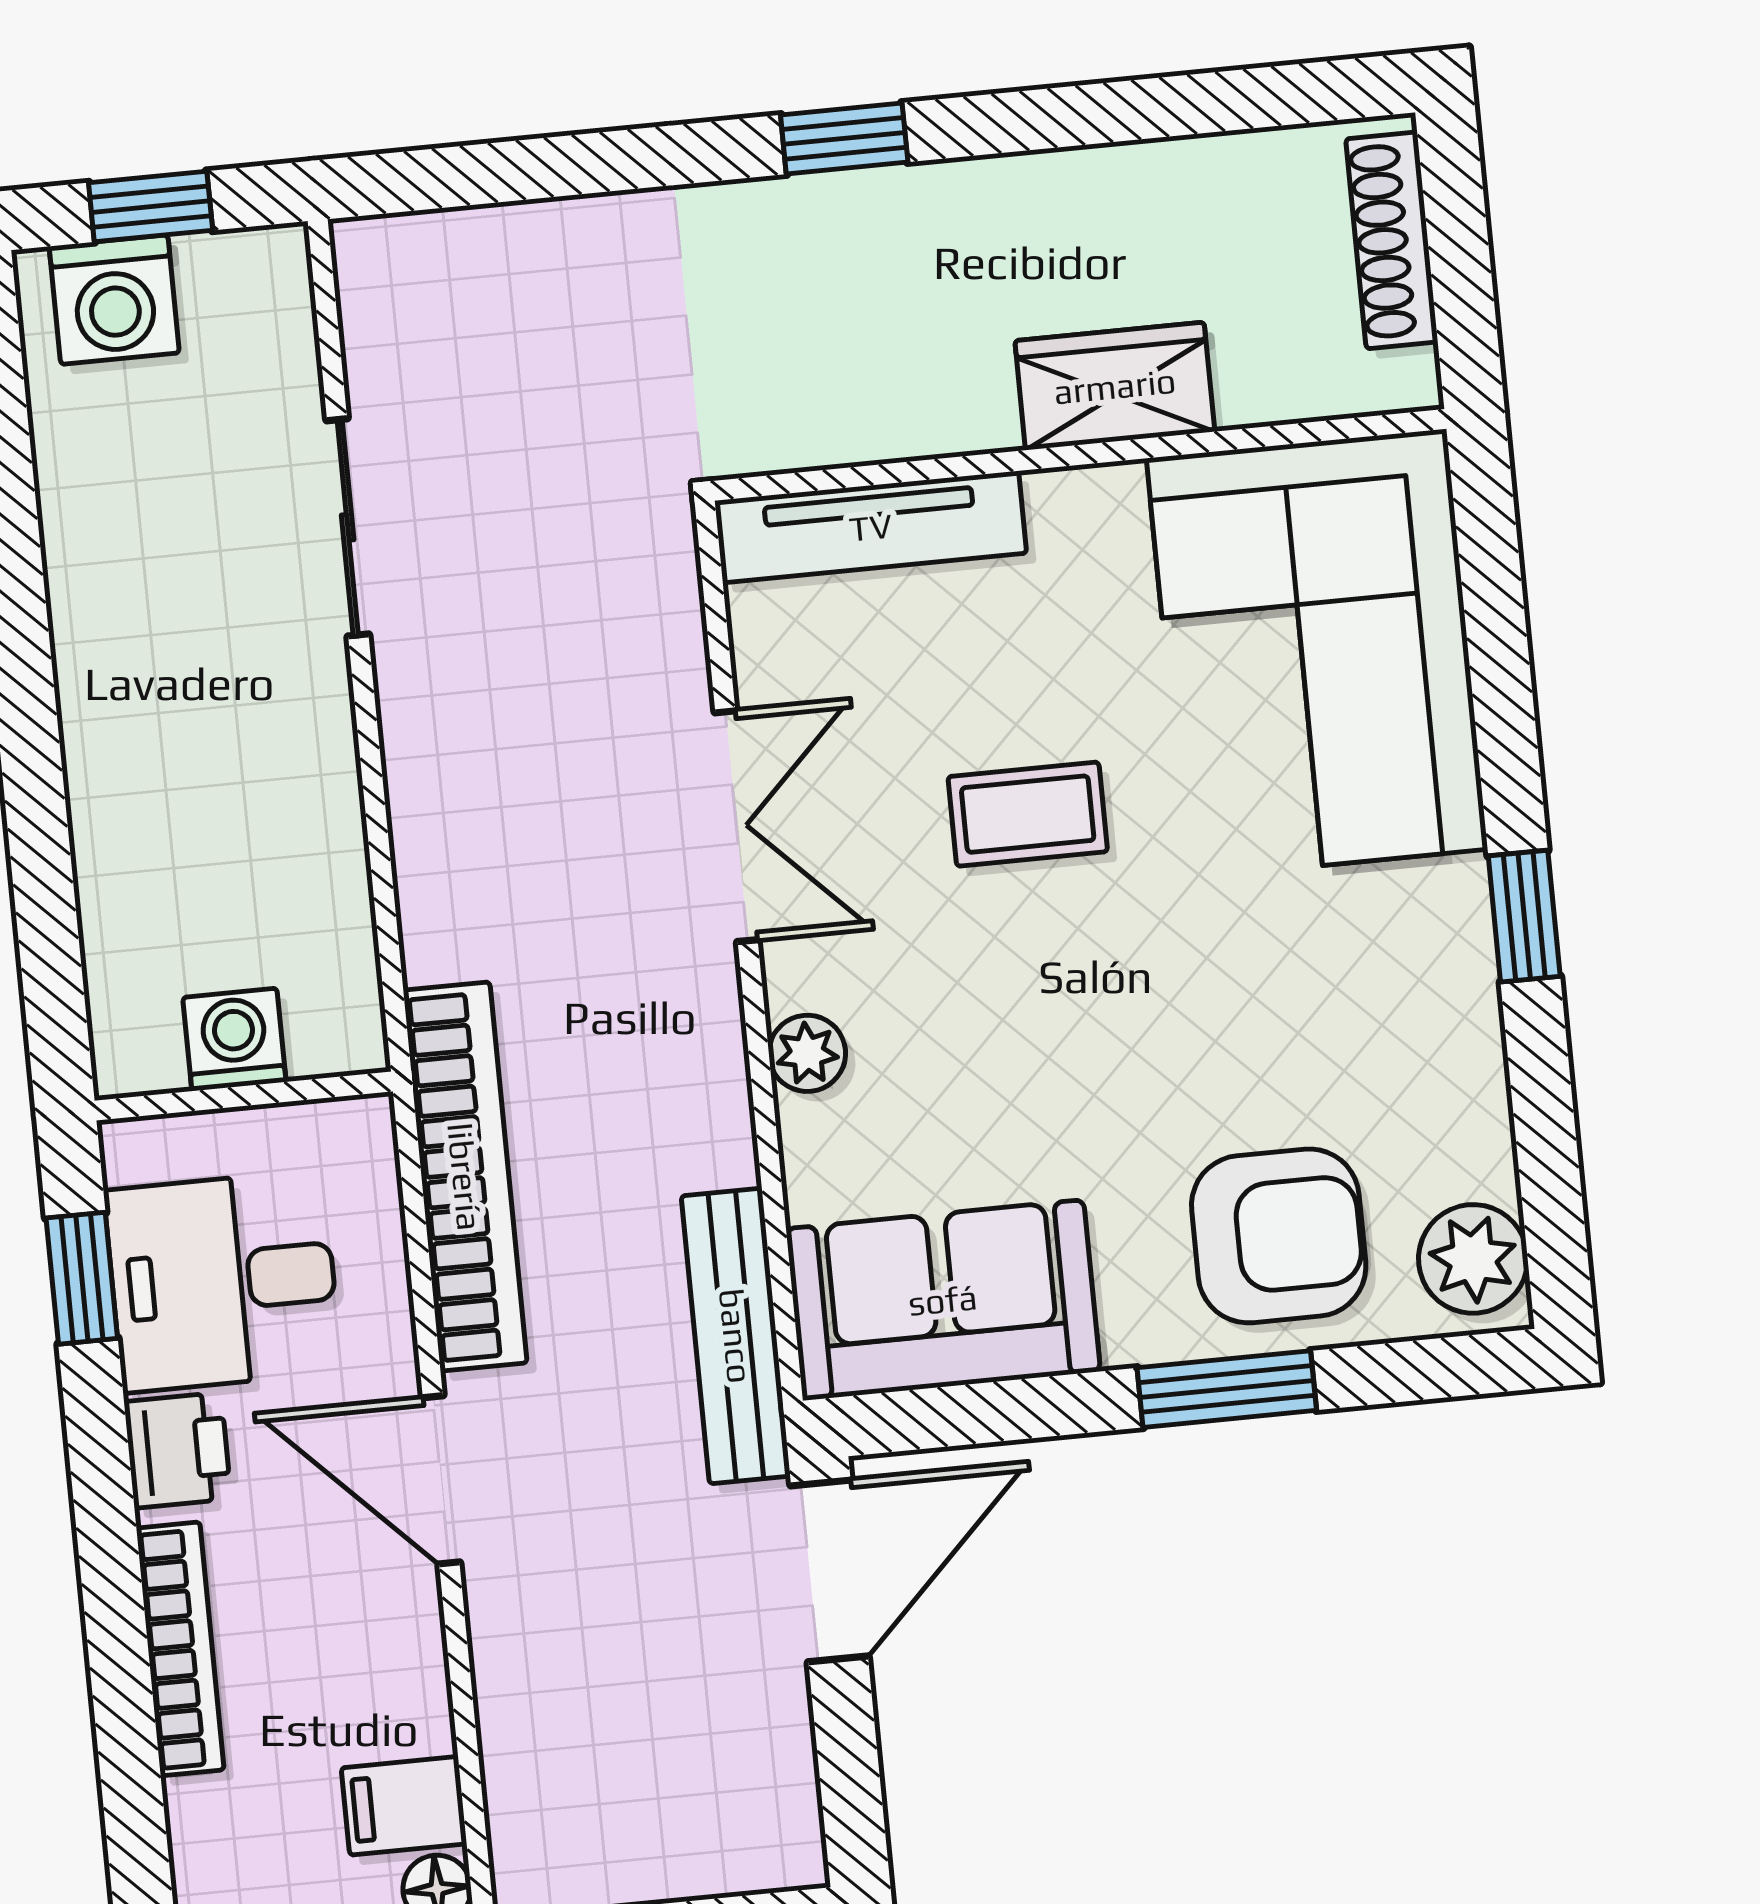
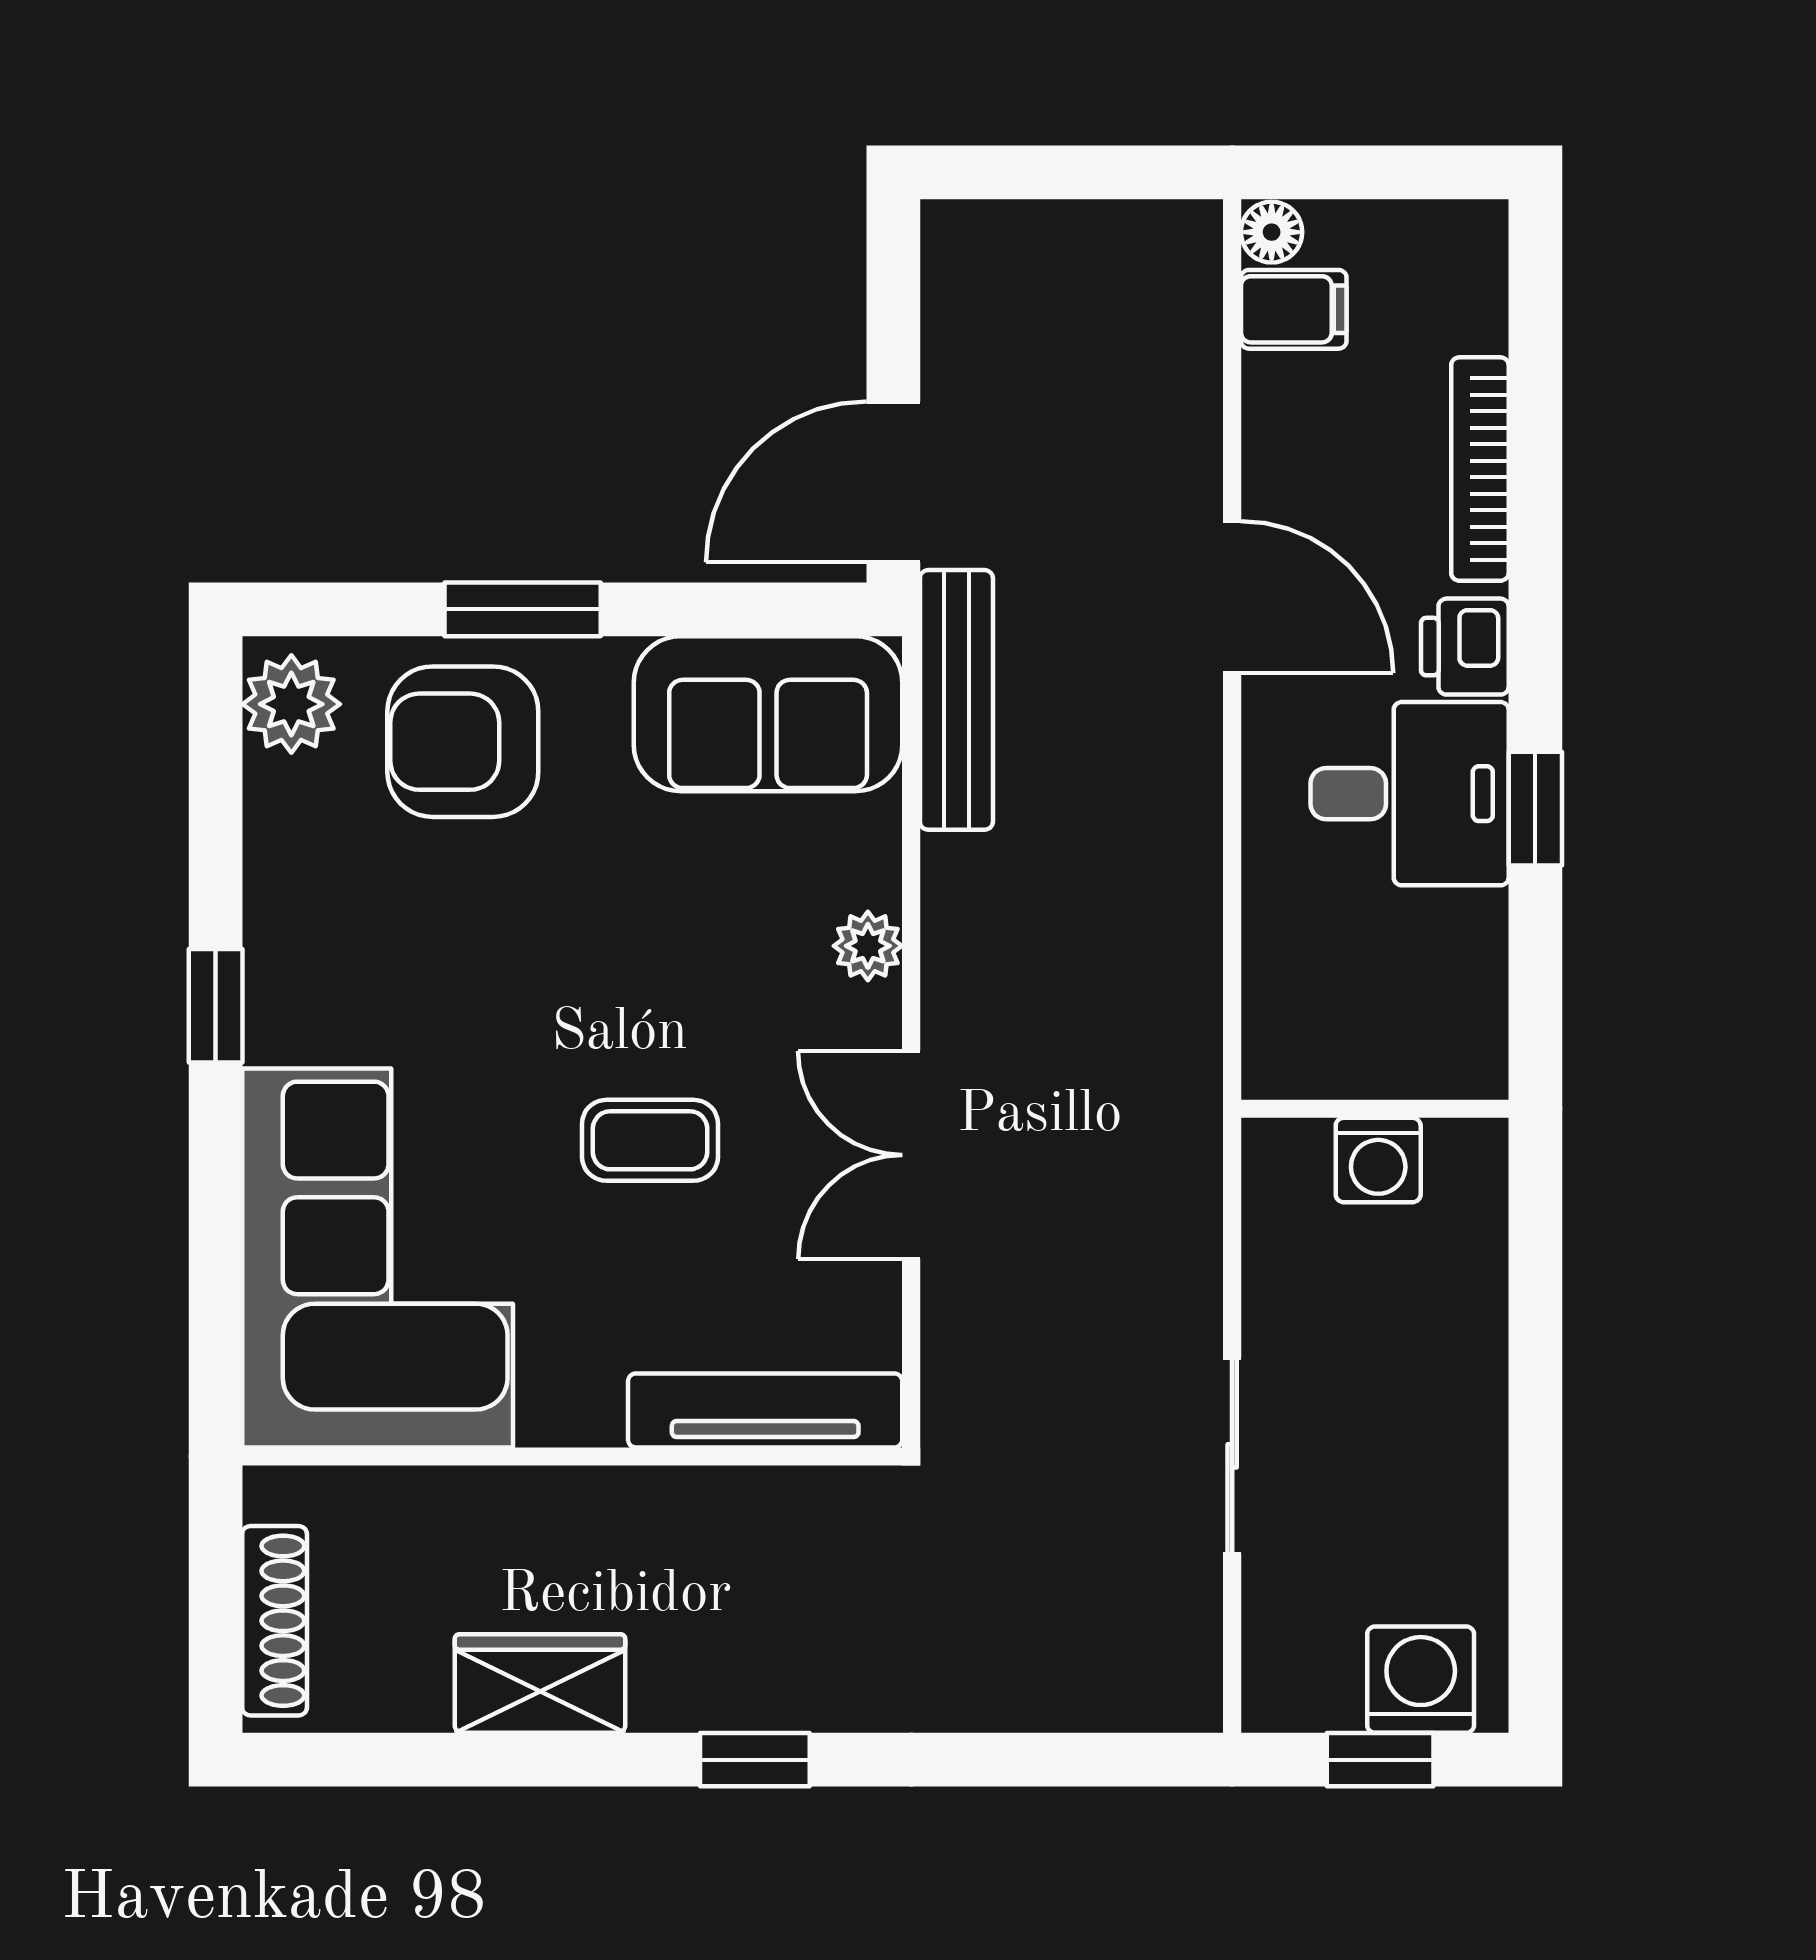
wardrobe: (1115, 386) -> (540, 1684), moved, turned 180
washing machine: (234, 1040) -> (1378, 1160), moved
wall: (244, 1096) -> (1375, 1109), moved
bookcase: (465, 1177) -> (1184, 866), removed

